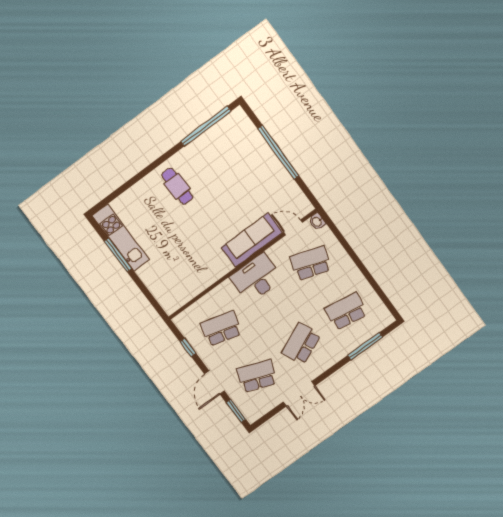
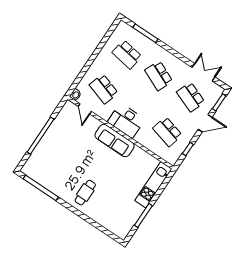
kitchen unit: (121, 238) -> (153, 185), moved
sofa: (252, 240) -> (115, 140), moved
school desk: (301, 344) -> (159, 76), turned 48
double door: (299, 394) -> (203, 72), moved

